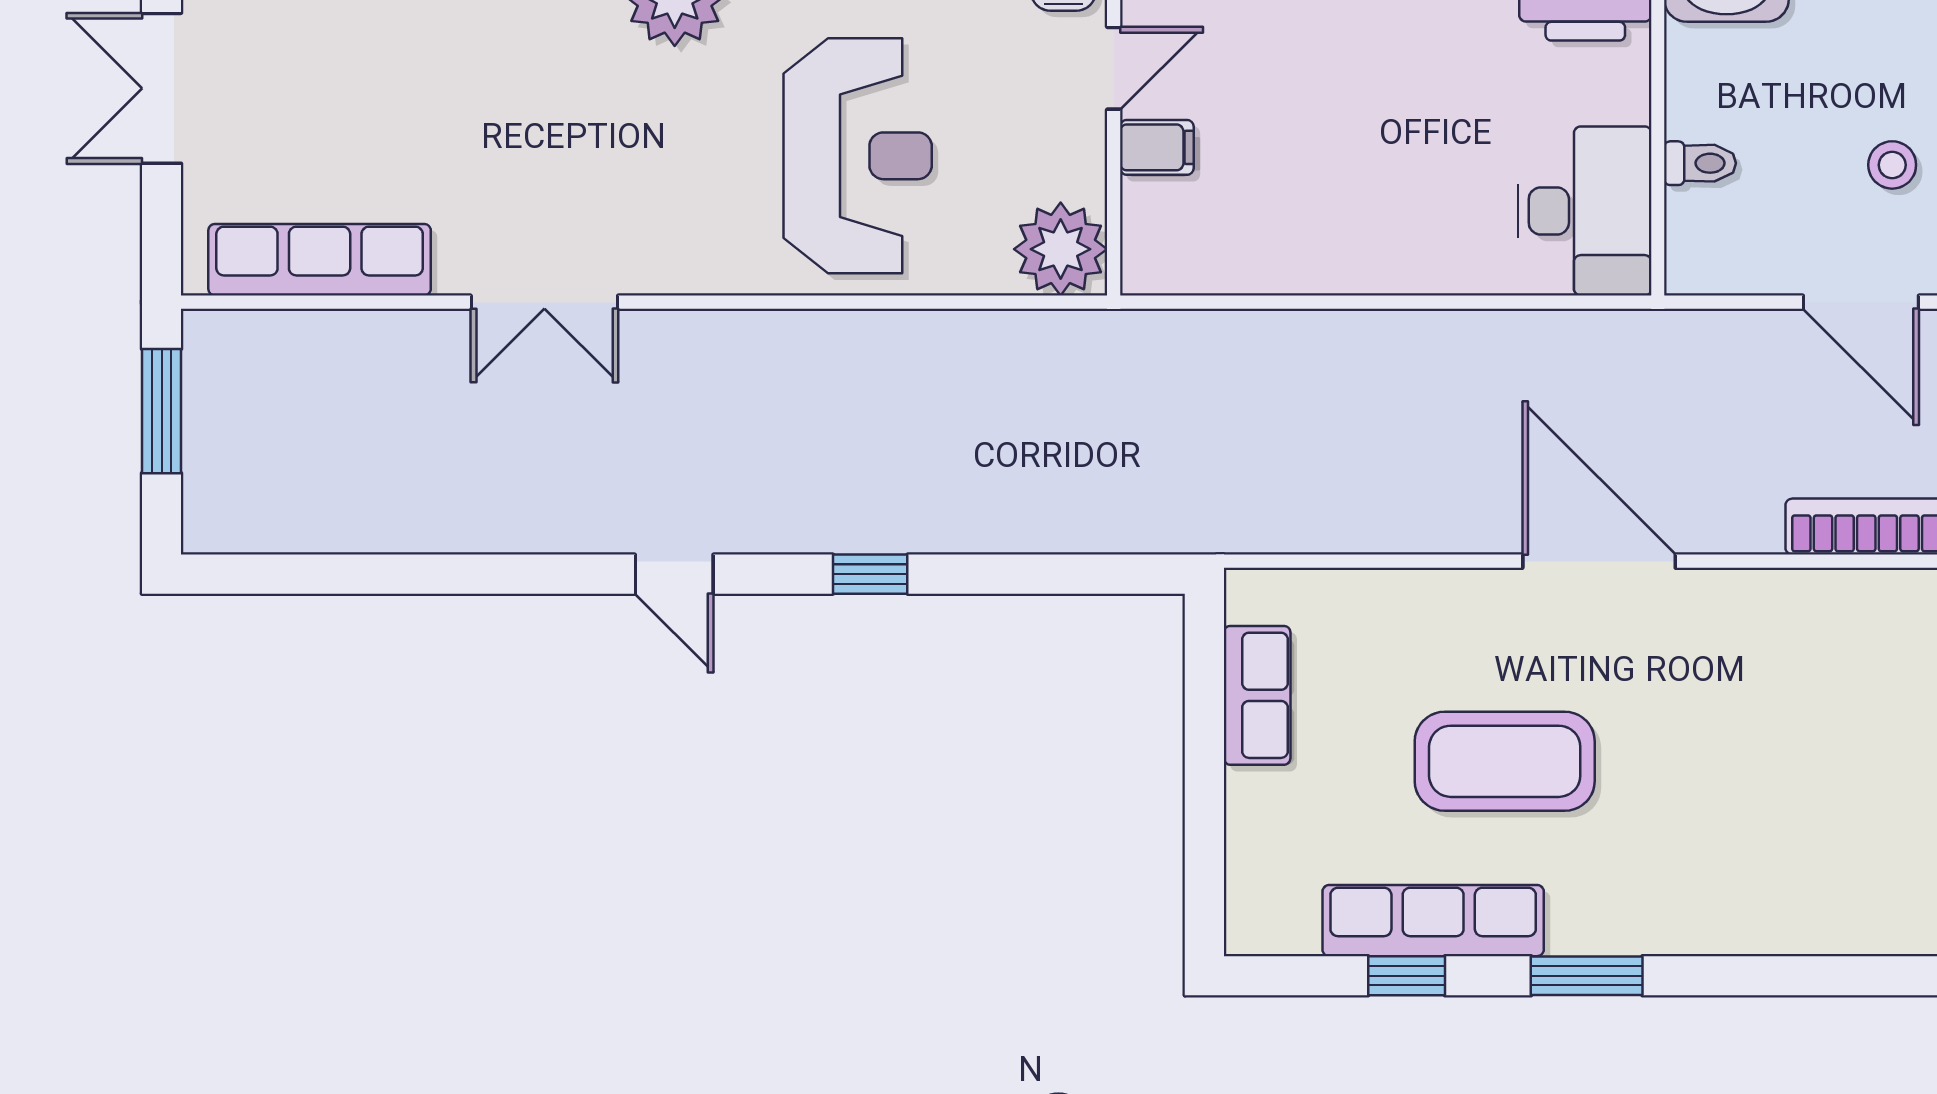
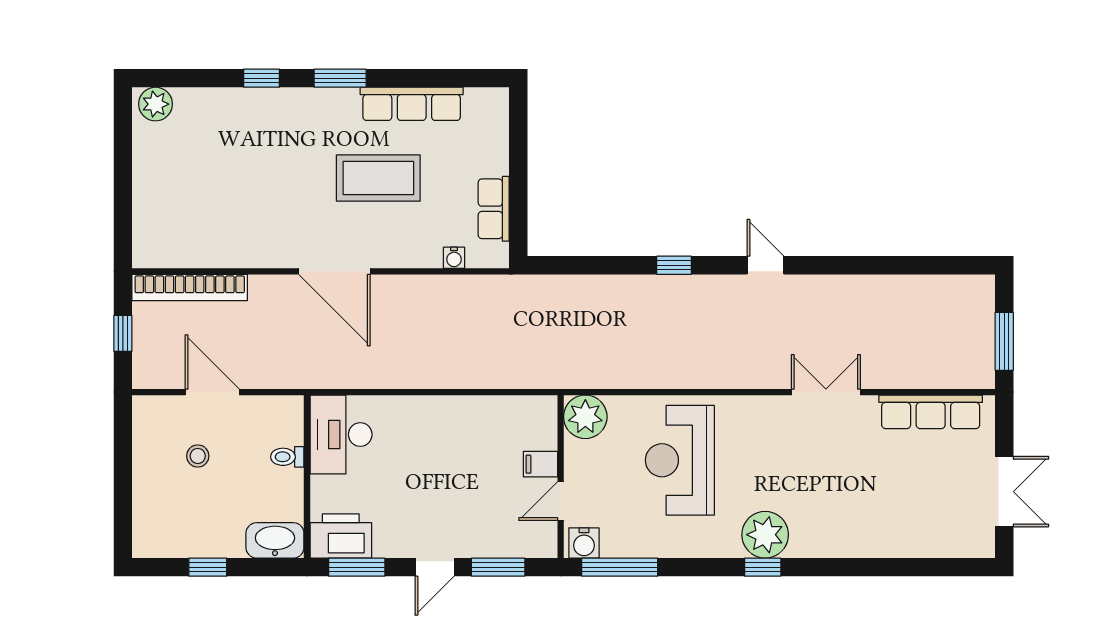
water cooler: (1342, 590) -> (454, 258), added
window: (1407, 976) -> (261, 78), moved

